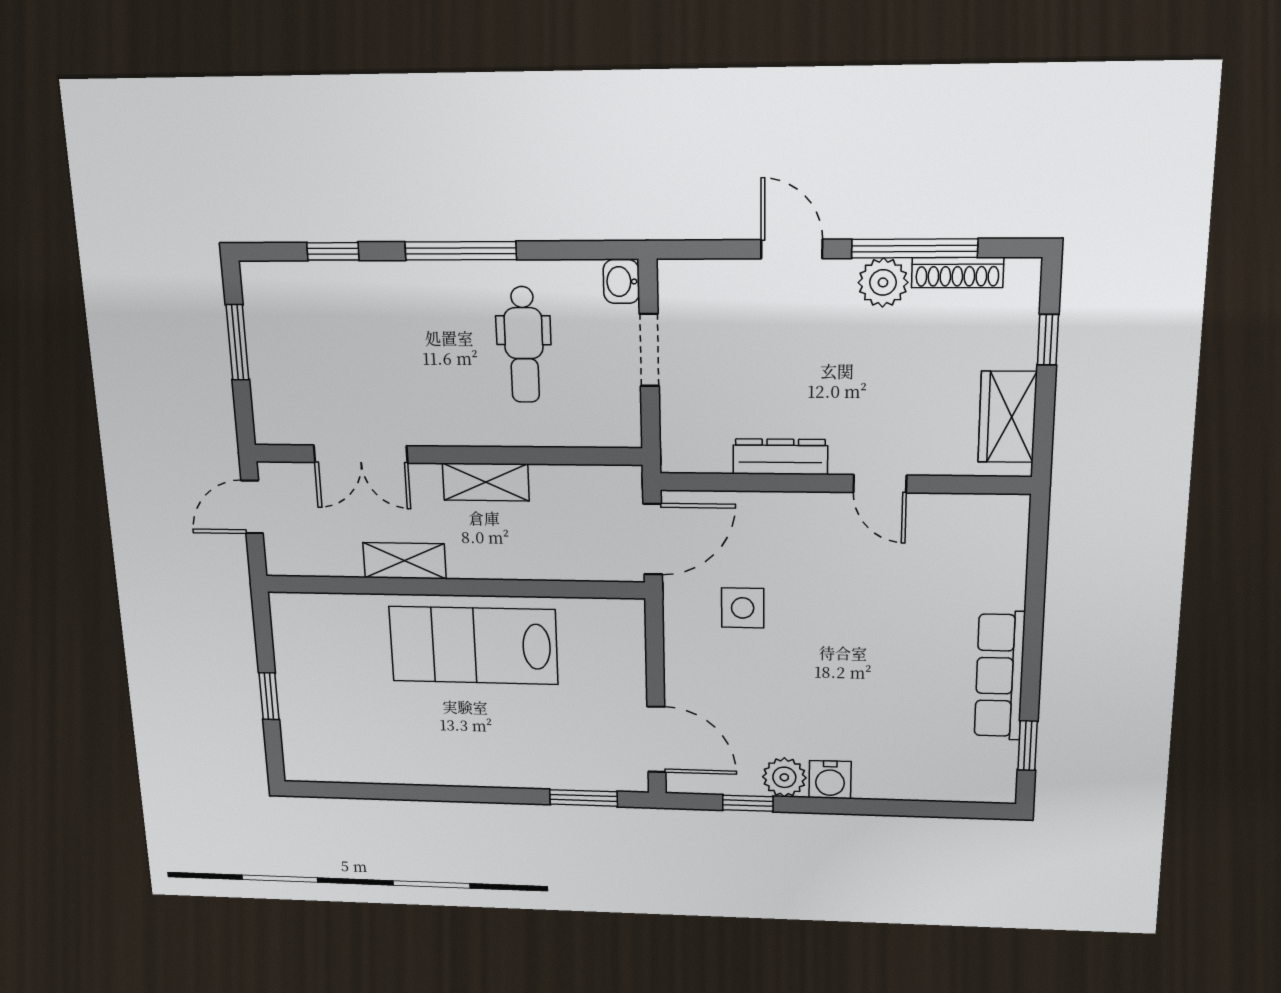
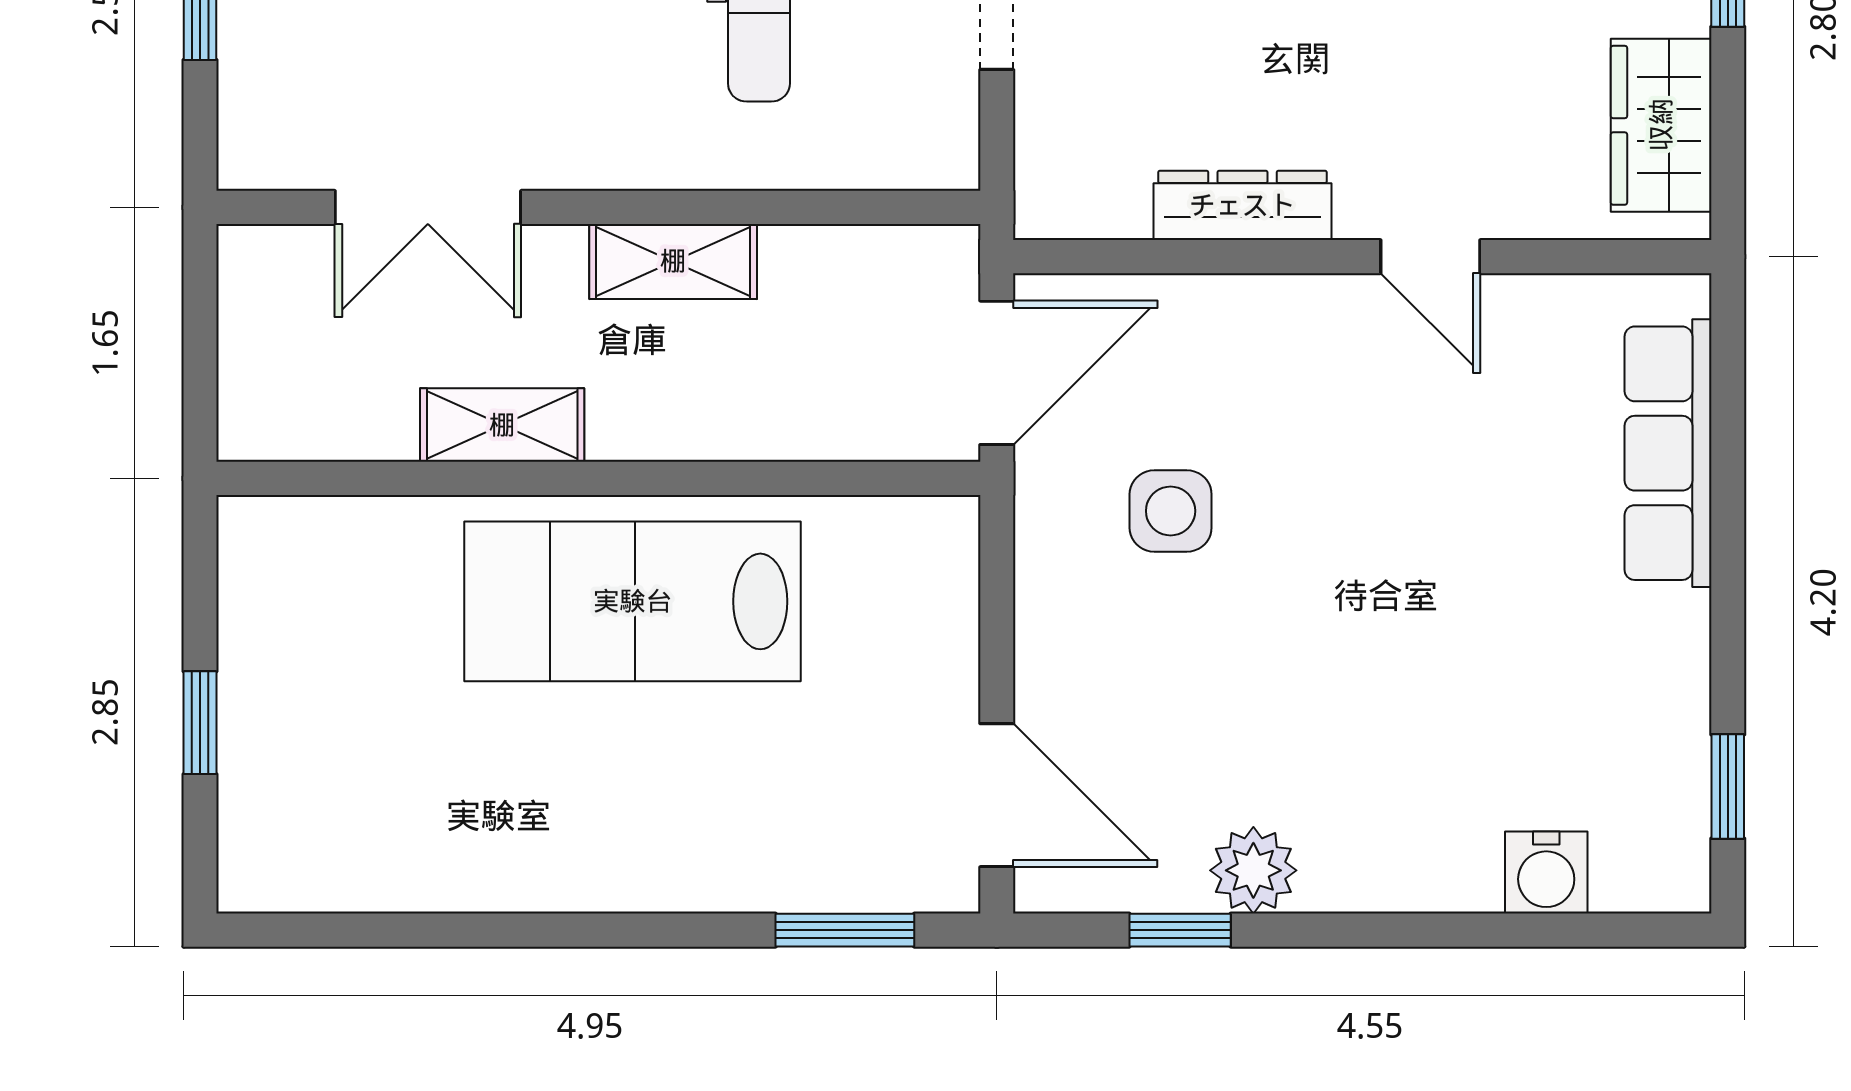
door: (252, 507) -> (200, 318), removed
row of seats: (1000, 676) -> (1668, 453), moved
water cooler: (830, 780) -> (1546, 873), moved

